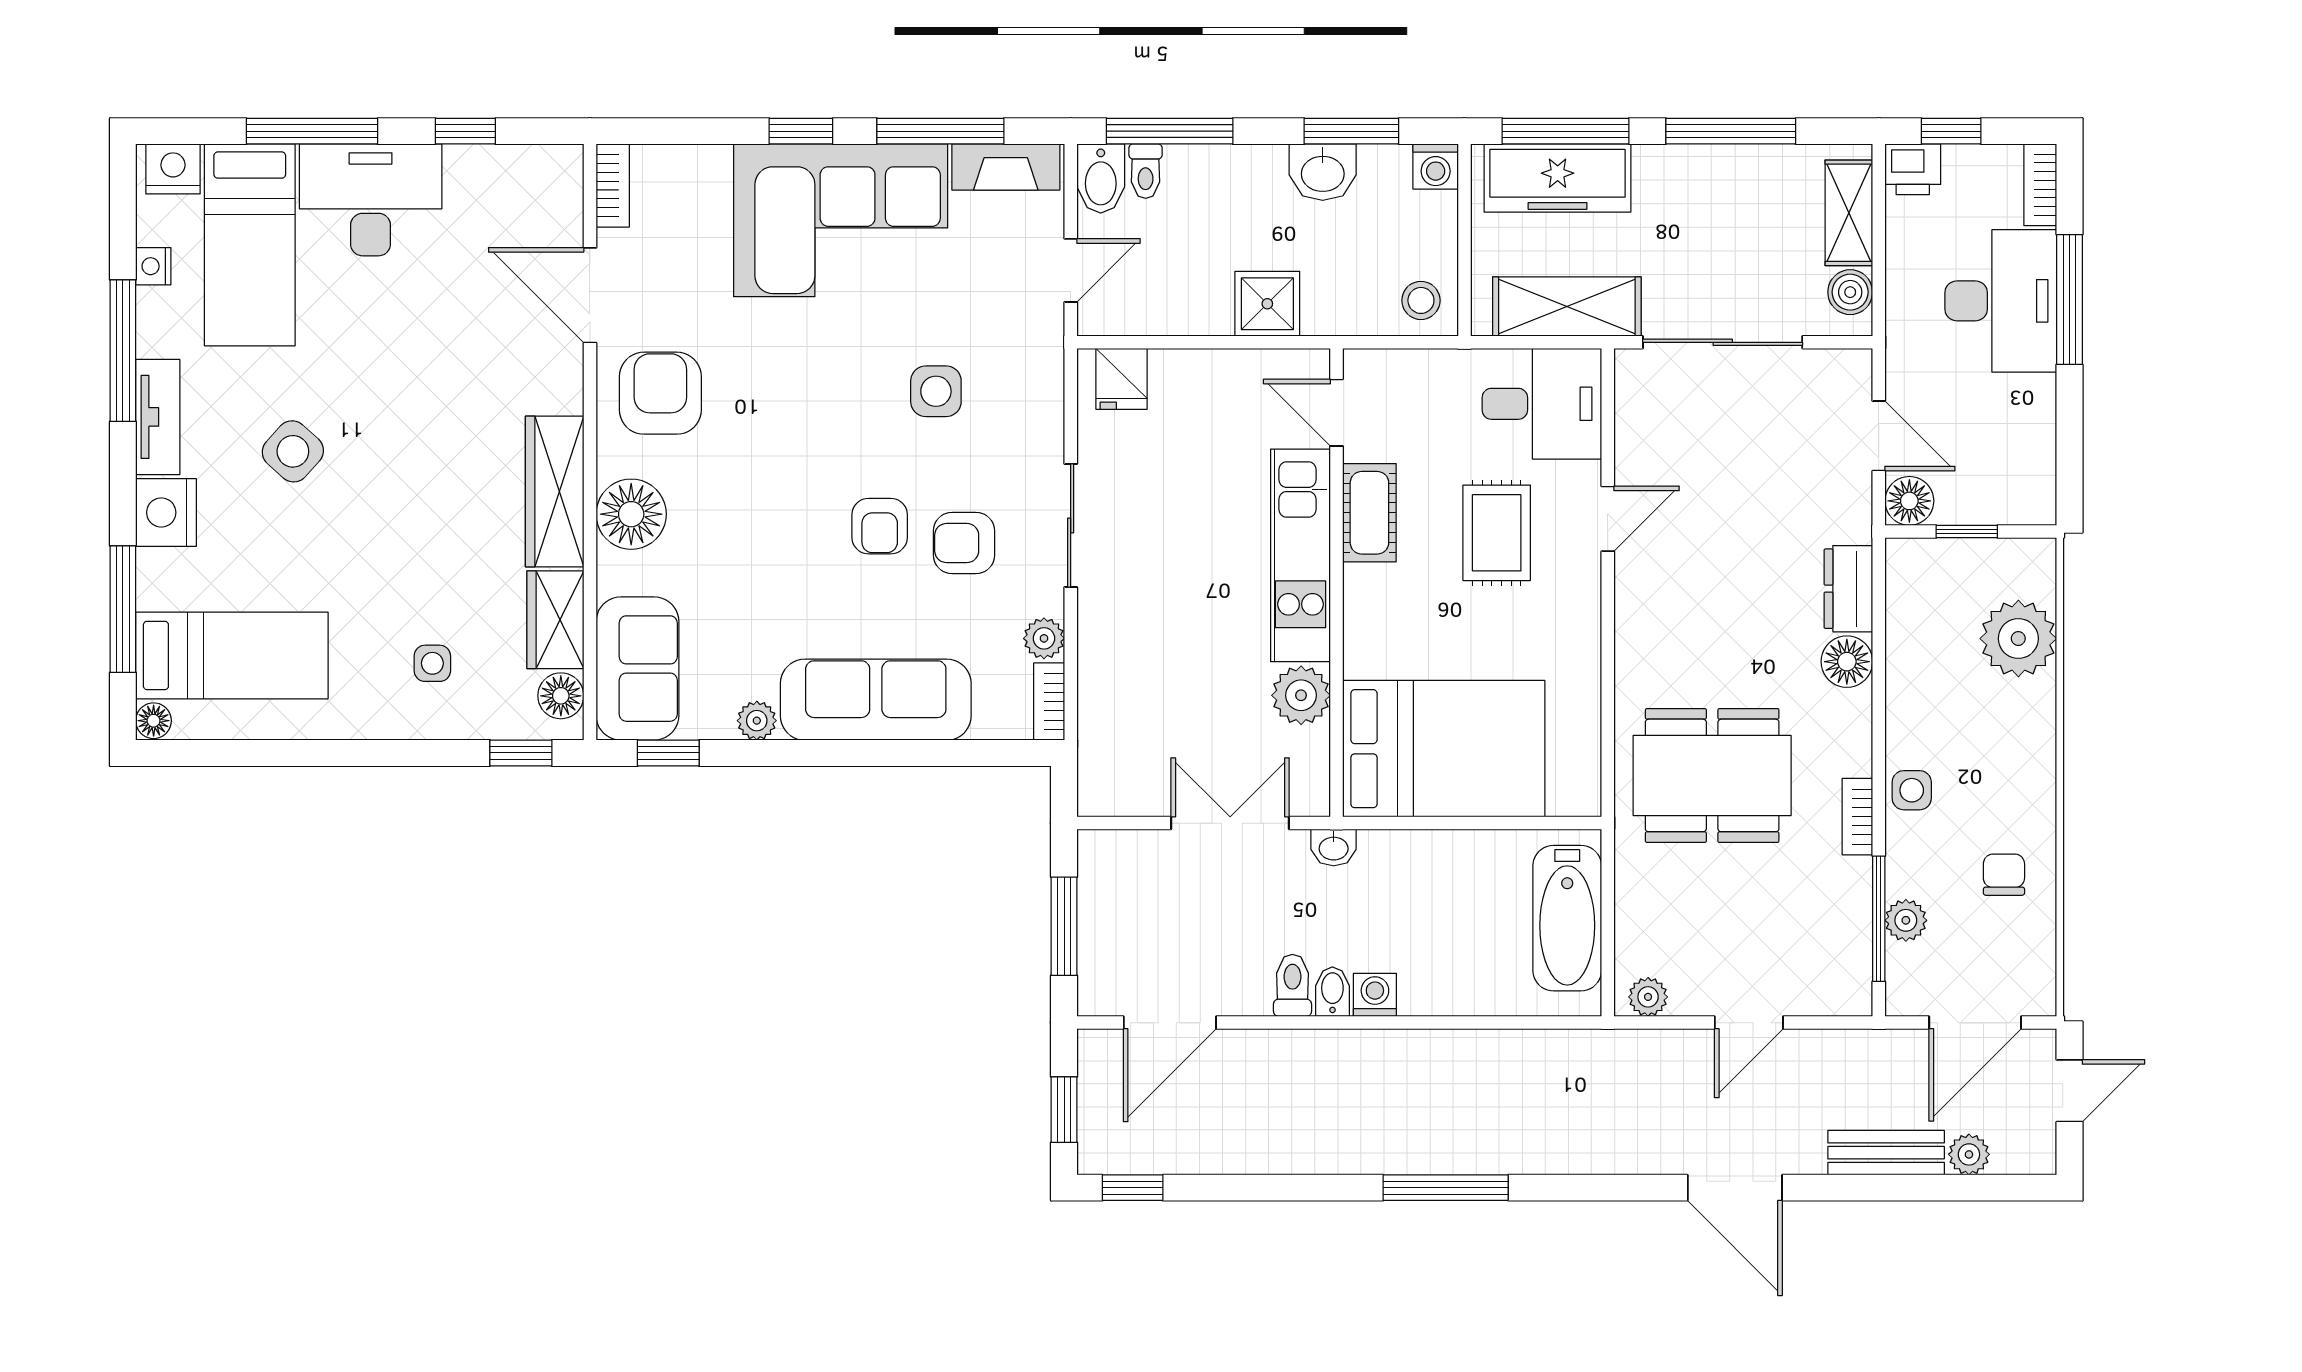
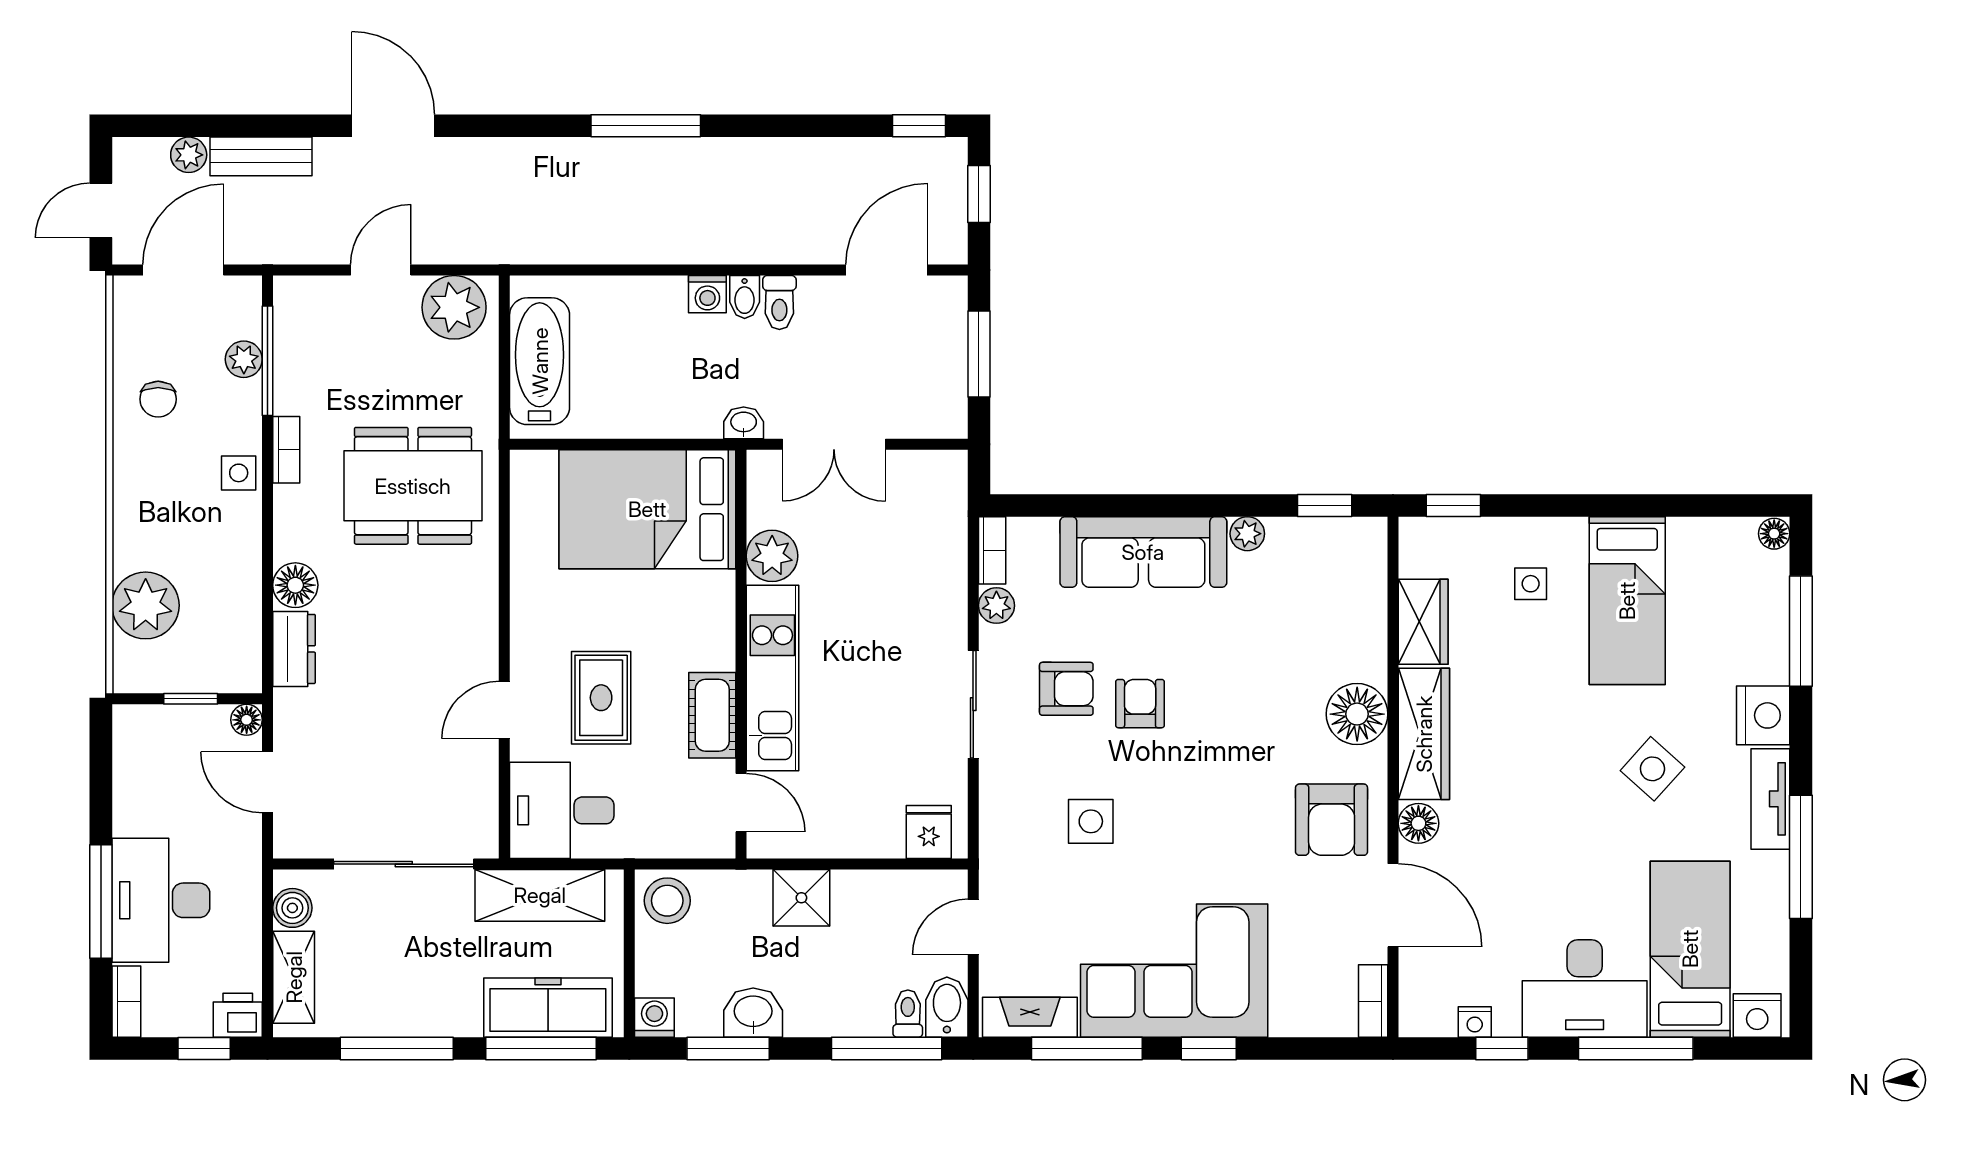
nightstand: (153, 266) -> (1475, 1022), moved, turned 90
stool: (1421, 300) -> (667, 901), width x1.37, depth x1.37
floor lamp: (1909, 501) -> (247, 720), width x0.73, depth x0.73
bed: (232, 655) -> (1627, 601), moved, turned -90
sofa: (637, 669) -> (1351, 579), removed
floor lamp: (561, 696) -> (1418, 823), moved
plant: (1648, 997) -> (454, 307), width x1.88, depth x1.88

